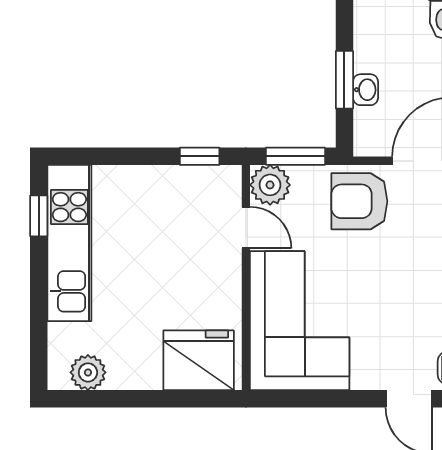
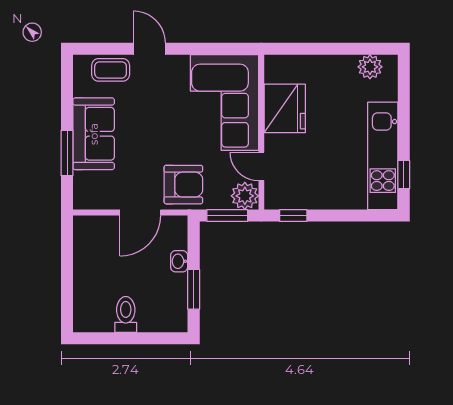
window: (344, 80) -> (194, 289), moved
fridge: (199, 360) -> (285, 108), moved, turned -90

